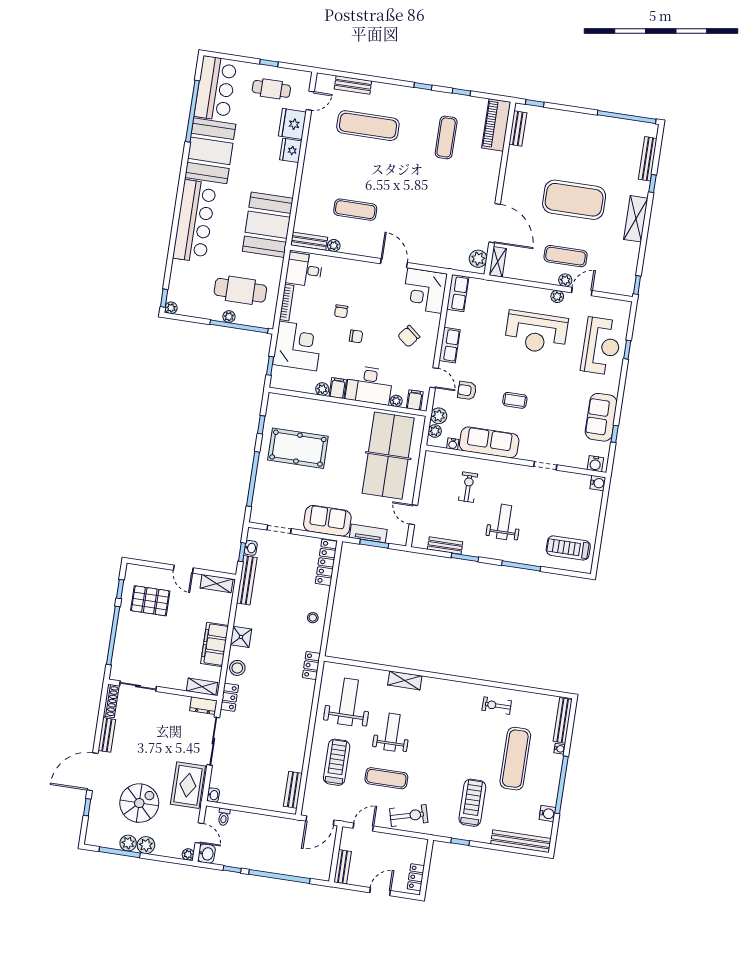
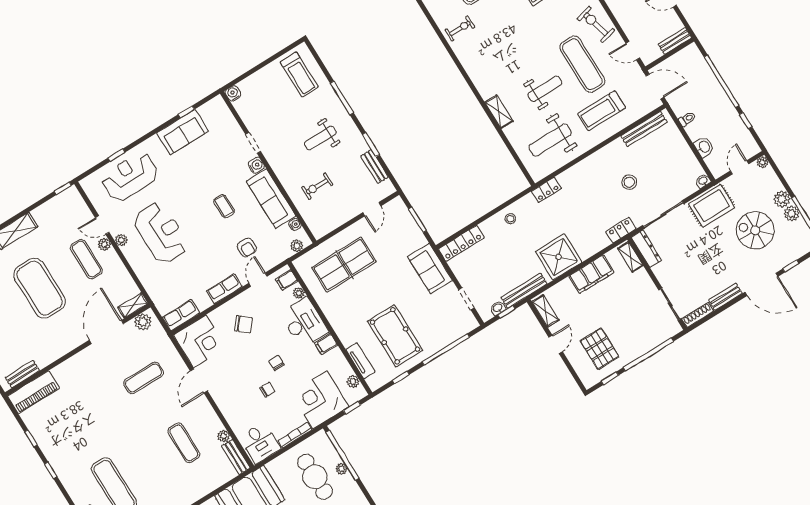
exercise mat: (446, 137) -> (144, 378), moved
plant: (322, 389) -> (353, 382), moved
plant: (439, 416) -> (283, 252), removed
table tennis table: (388, 456) -> (344, 265), width x0.73, depth x0.76
water cooler: (595, 464) -> (256, 165), moved
tv unit: (368, 533) -> (360, 361), moved, turned 180
shower: (241, 637) -> (559, 257), width x1.86, depth x1.86
stool: (237, 668) -> (629, 182), moved
dresser: (203, 706) -> (646, 249), width x1.44
exercise bike: (497, 706) -> (460, 28), turned -90
weight bench: (392, 732) -> (545, 89), turned 180
exercise mat: (386, 778) -> (582, 64), width x1.36, depth x1.45
bench: (293, 790) -> (644, 129), width x1.36
toilet: (224, 817) -> (687, 119), moved
washbasin: (207, 854) -> (704, 147), moved, turned 90

